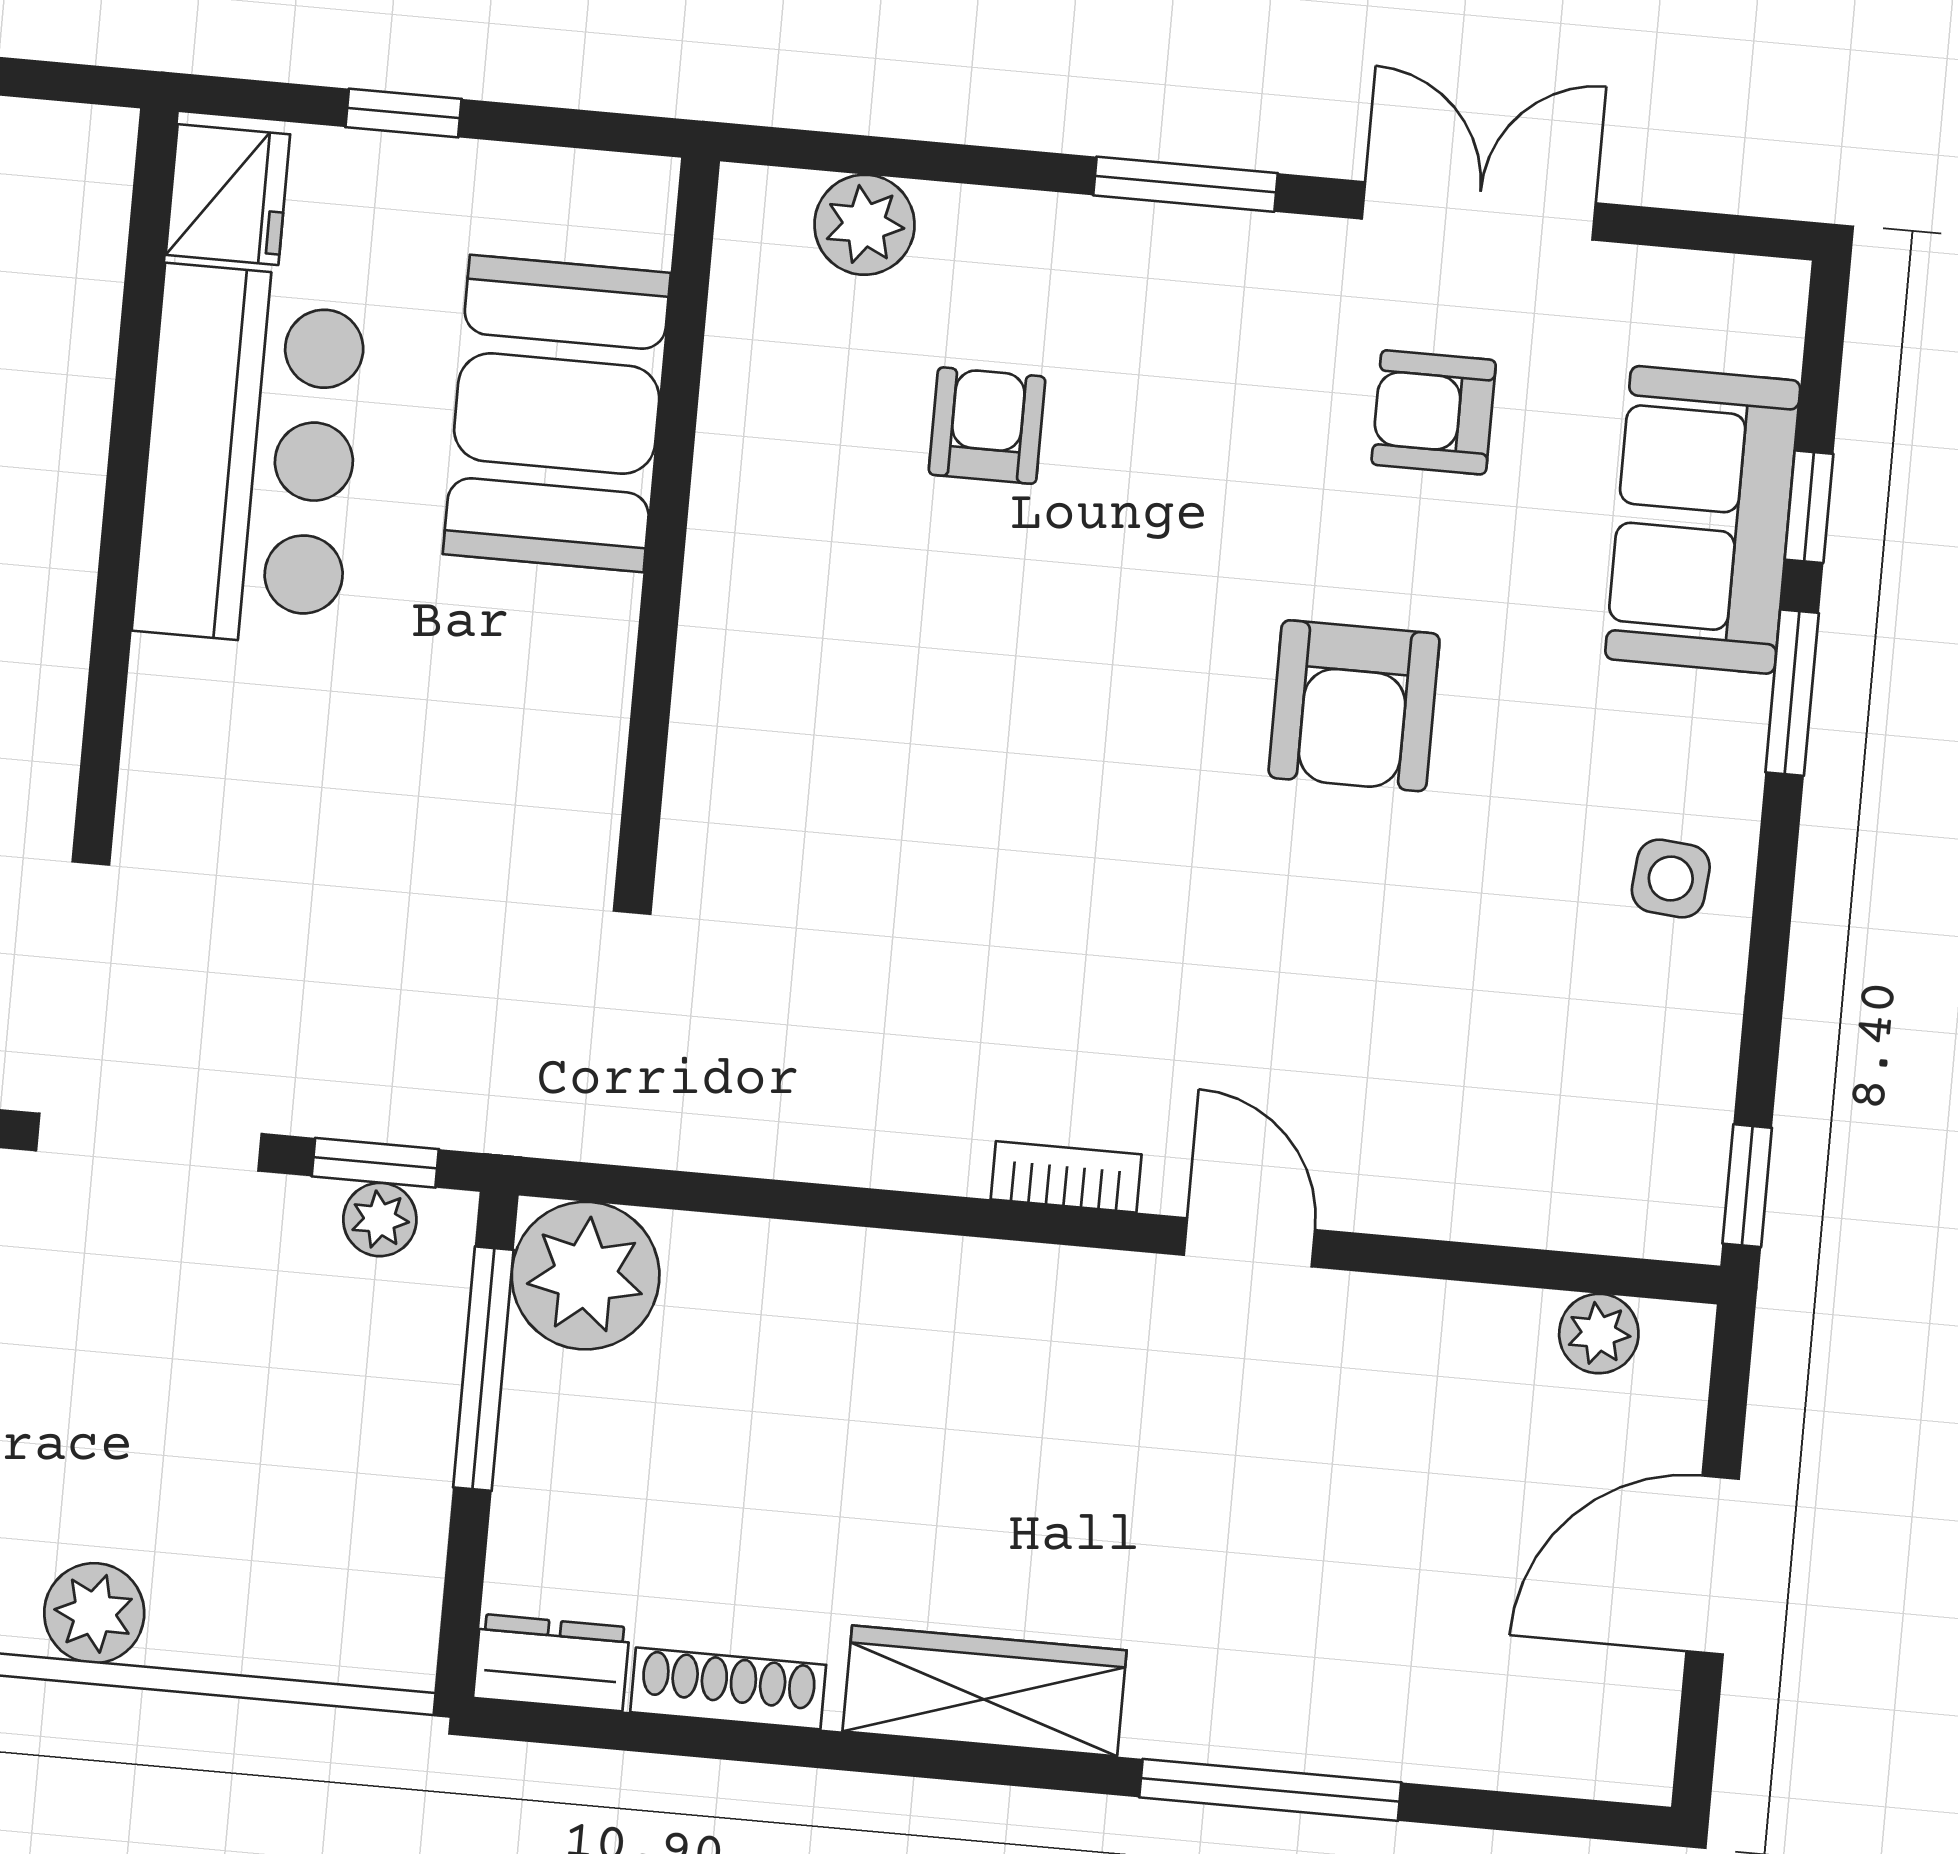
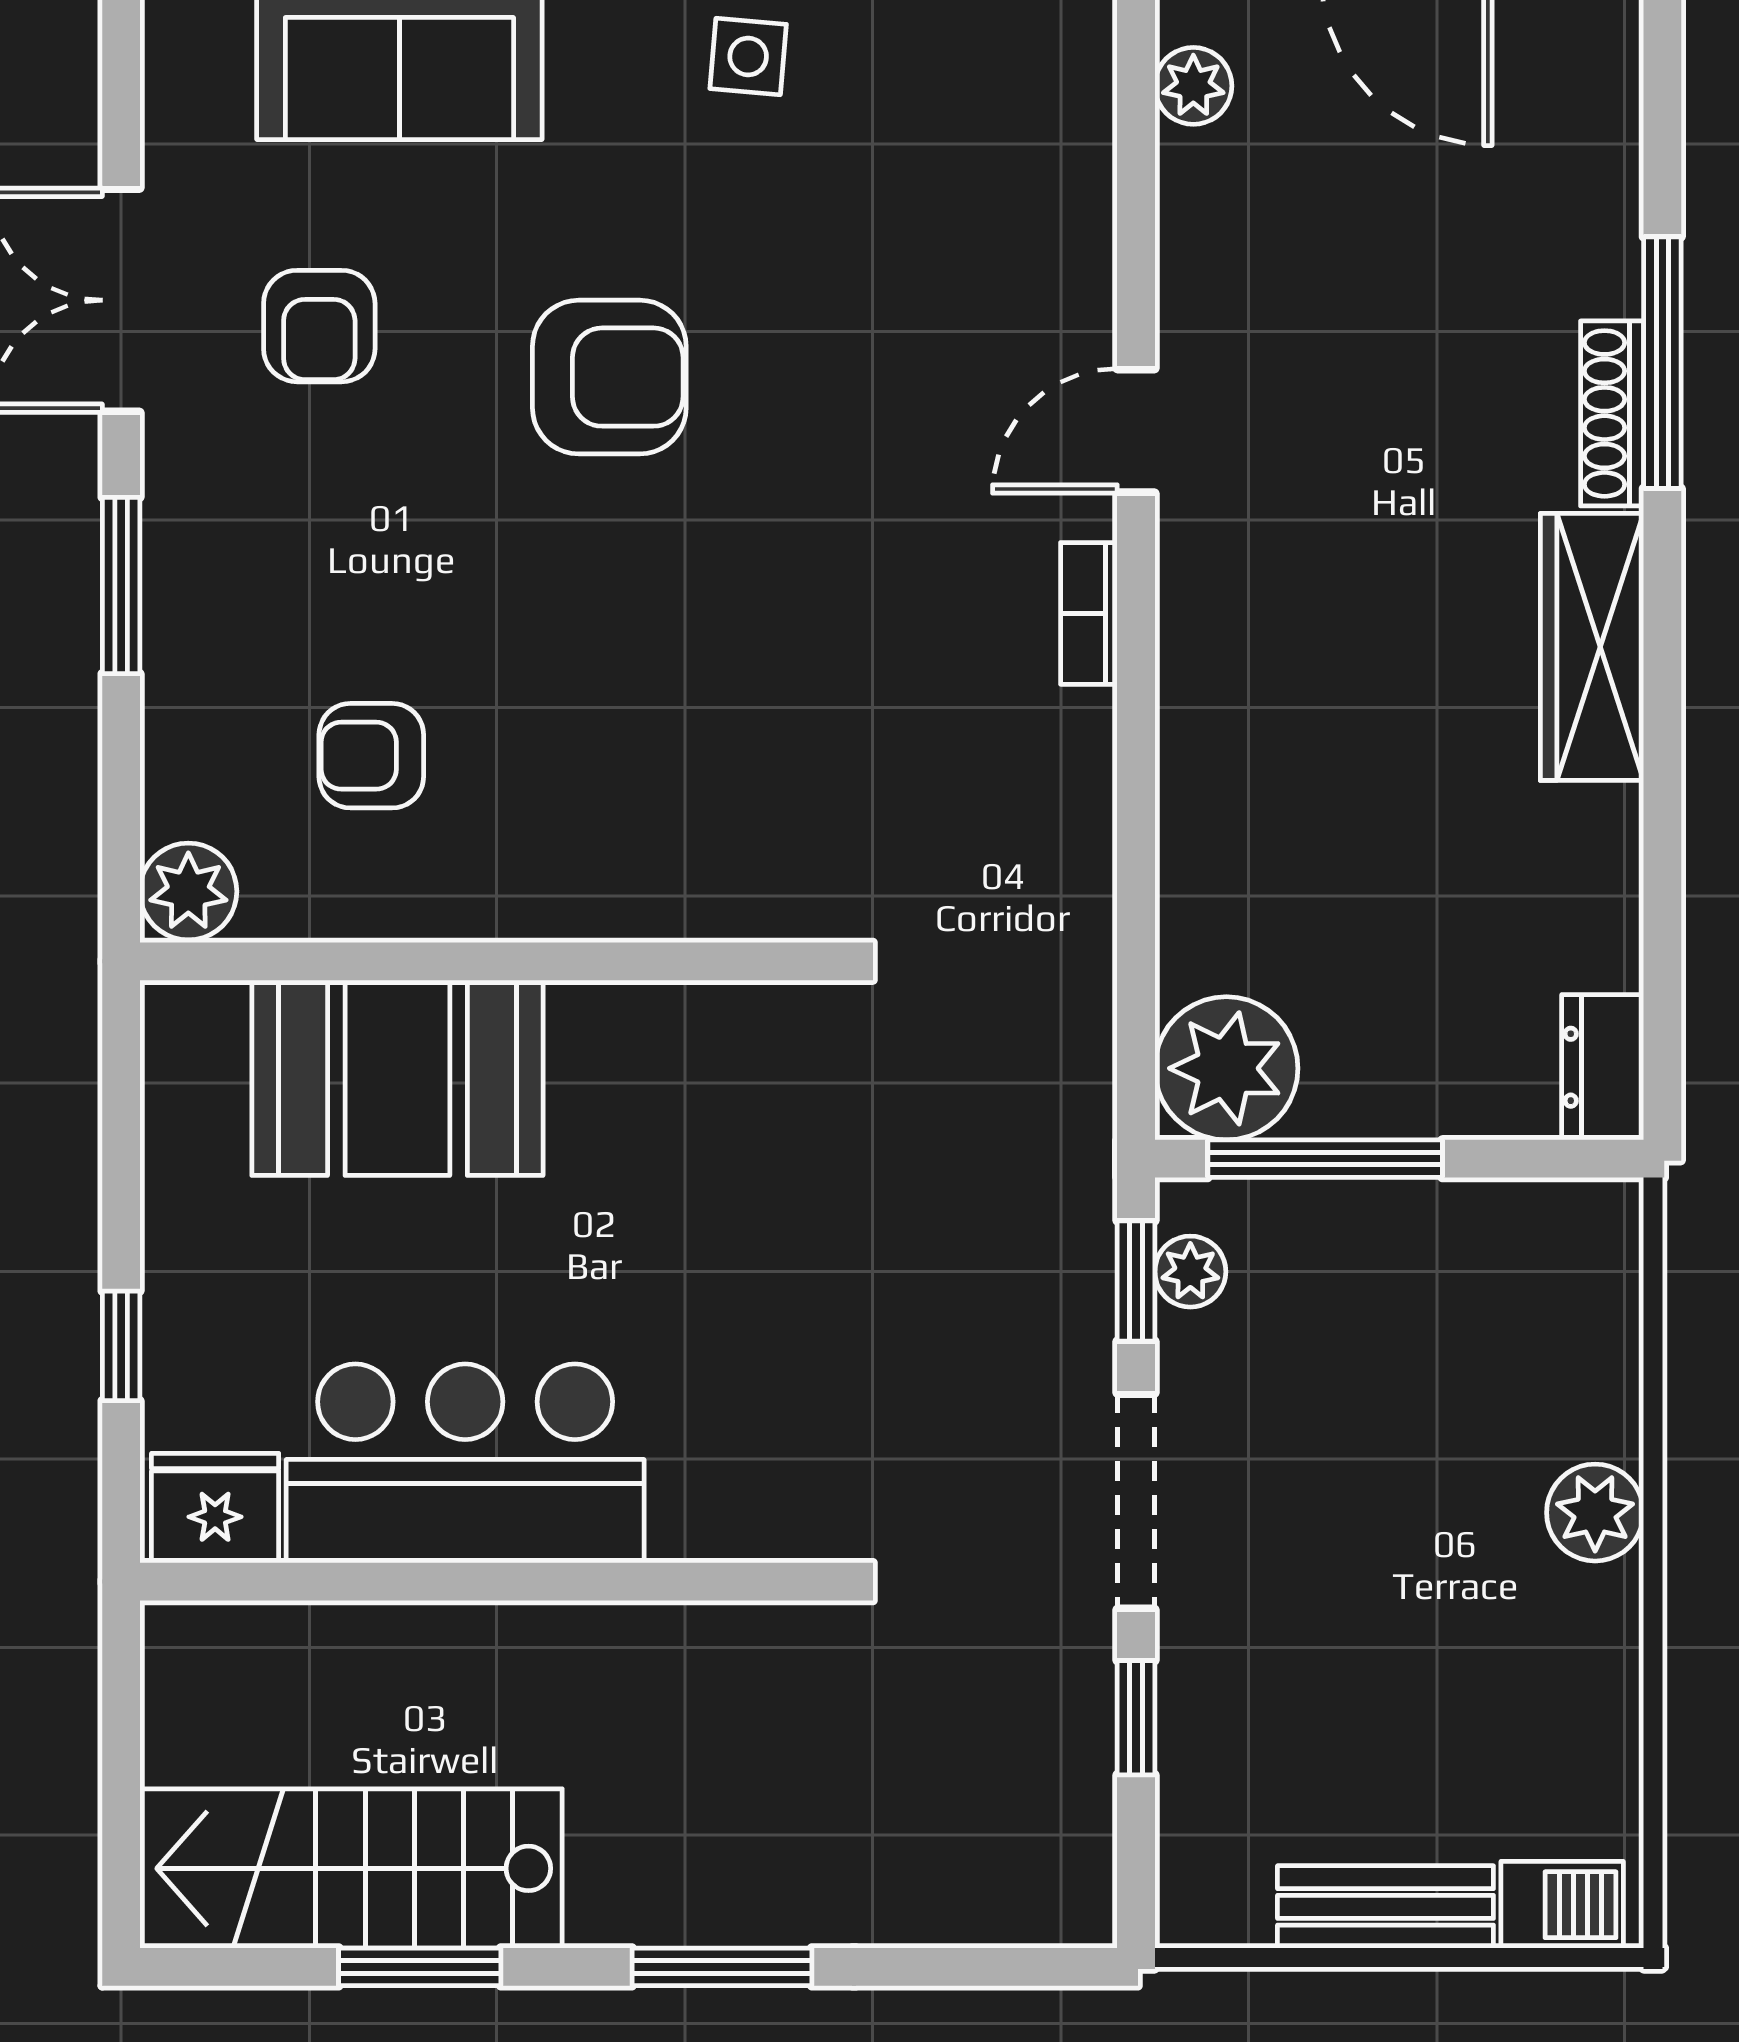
booth: (557, 414) -> (397, 1078), moved
wall: (668, 517) -> (488, 961), moved
shoe rack: (728, 1688) -> (1612, 413), moved

